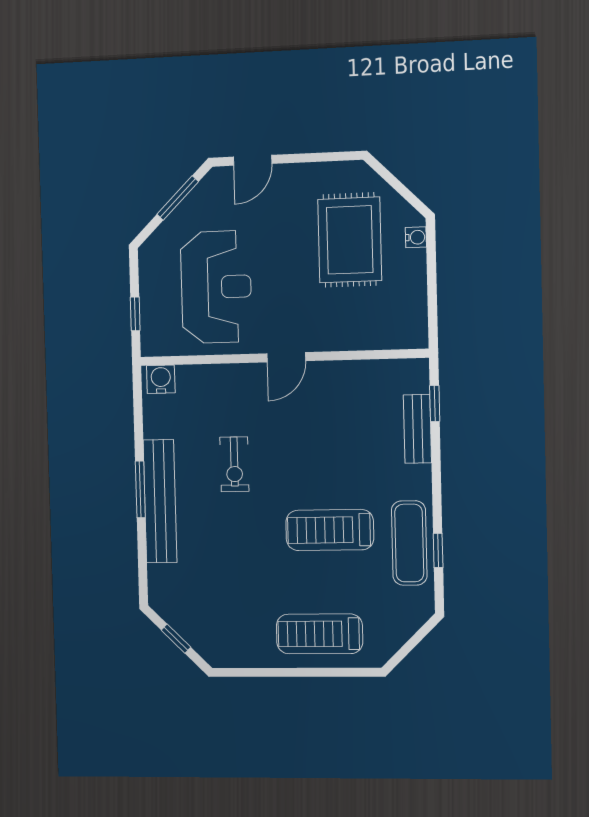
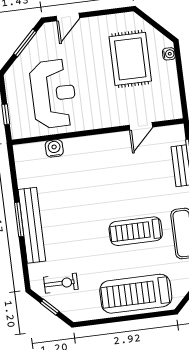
door: (286, 357) -> (141, 126), moved
water cooler: (161, 379) -> (54, 148), moved
exercise bike: (234, 464) -> (61, 283), moved, turned -90
treadmill: (319, 634) -> (136, 294), width x1.37, depth x1.38

